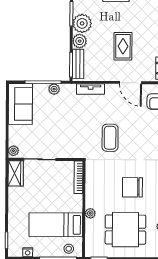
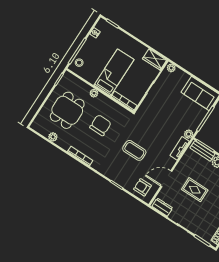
plant: (54, 89) -> (189, 134), moved
coffee table: (110, 138) -> (134, 150), moved
chair: (132, 187) -> (100, 125), moved
bed: (56, 225) -> (114, 72), moved

